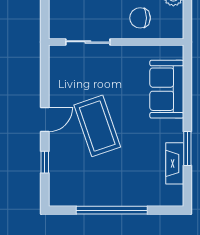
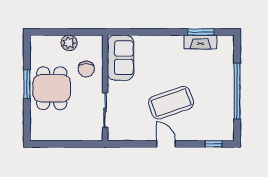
sofa: (167, 89) -> (121, 58), moved, turned -90
window: (187, 148) -> (201, 32), moved
window: (45, 162) -> (214, 144), moved

